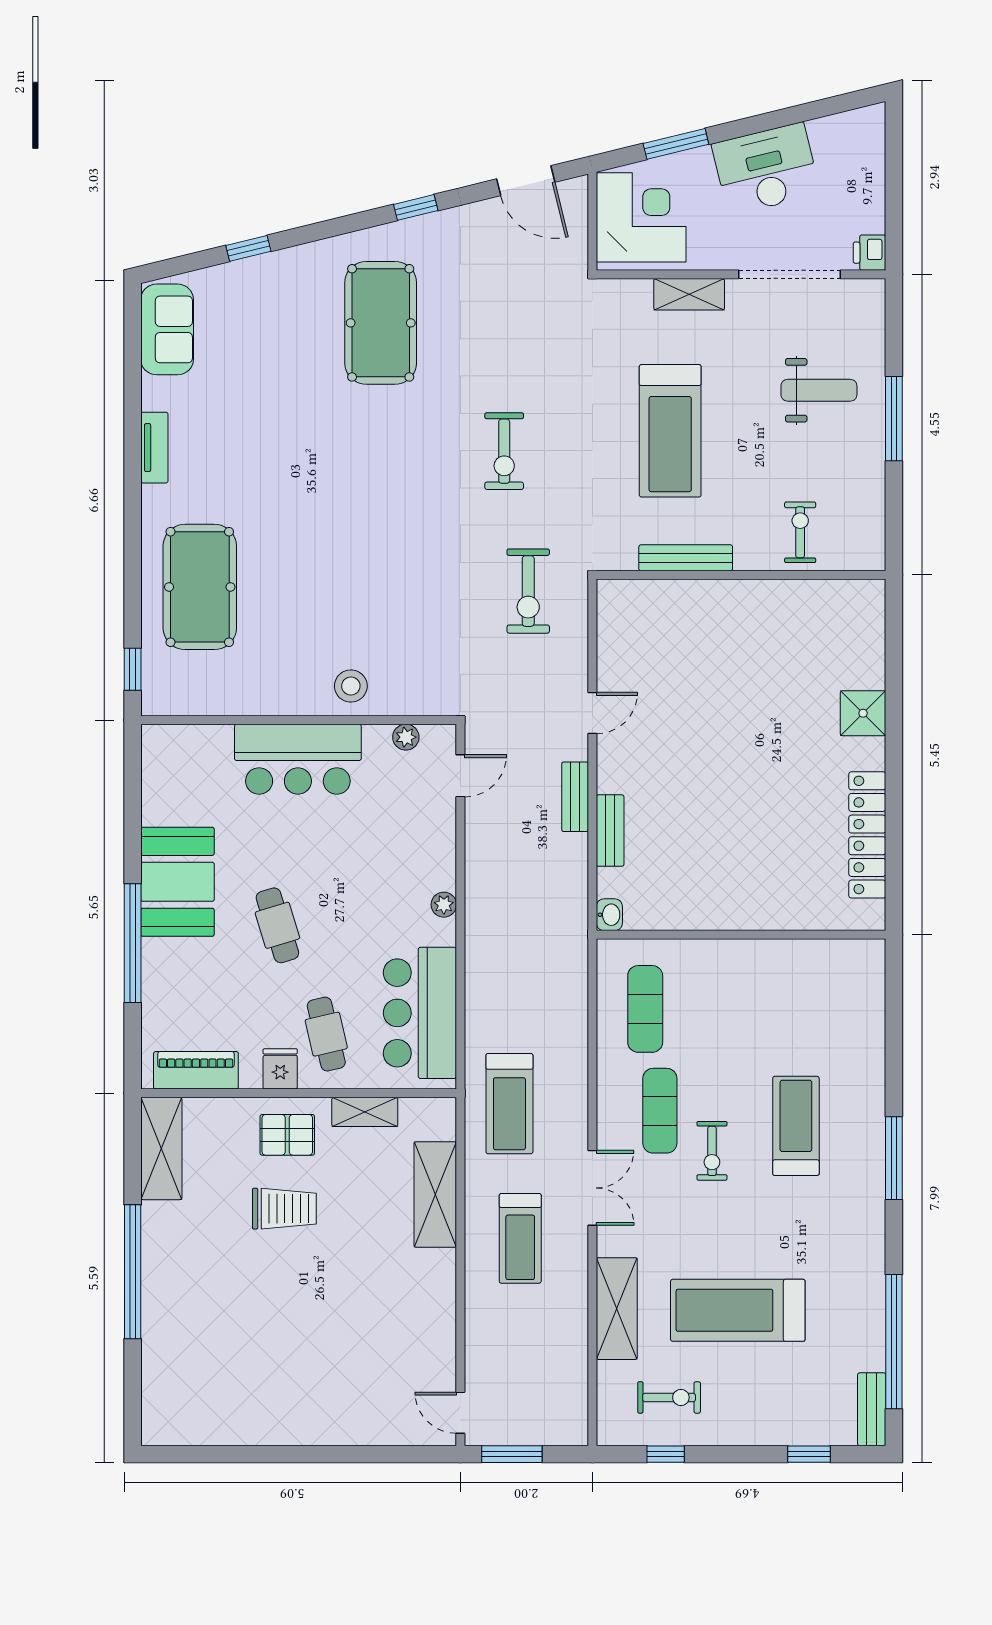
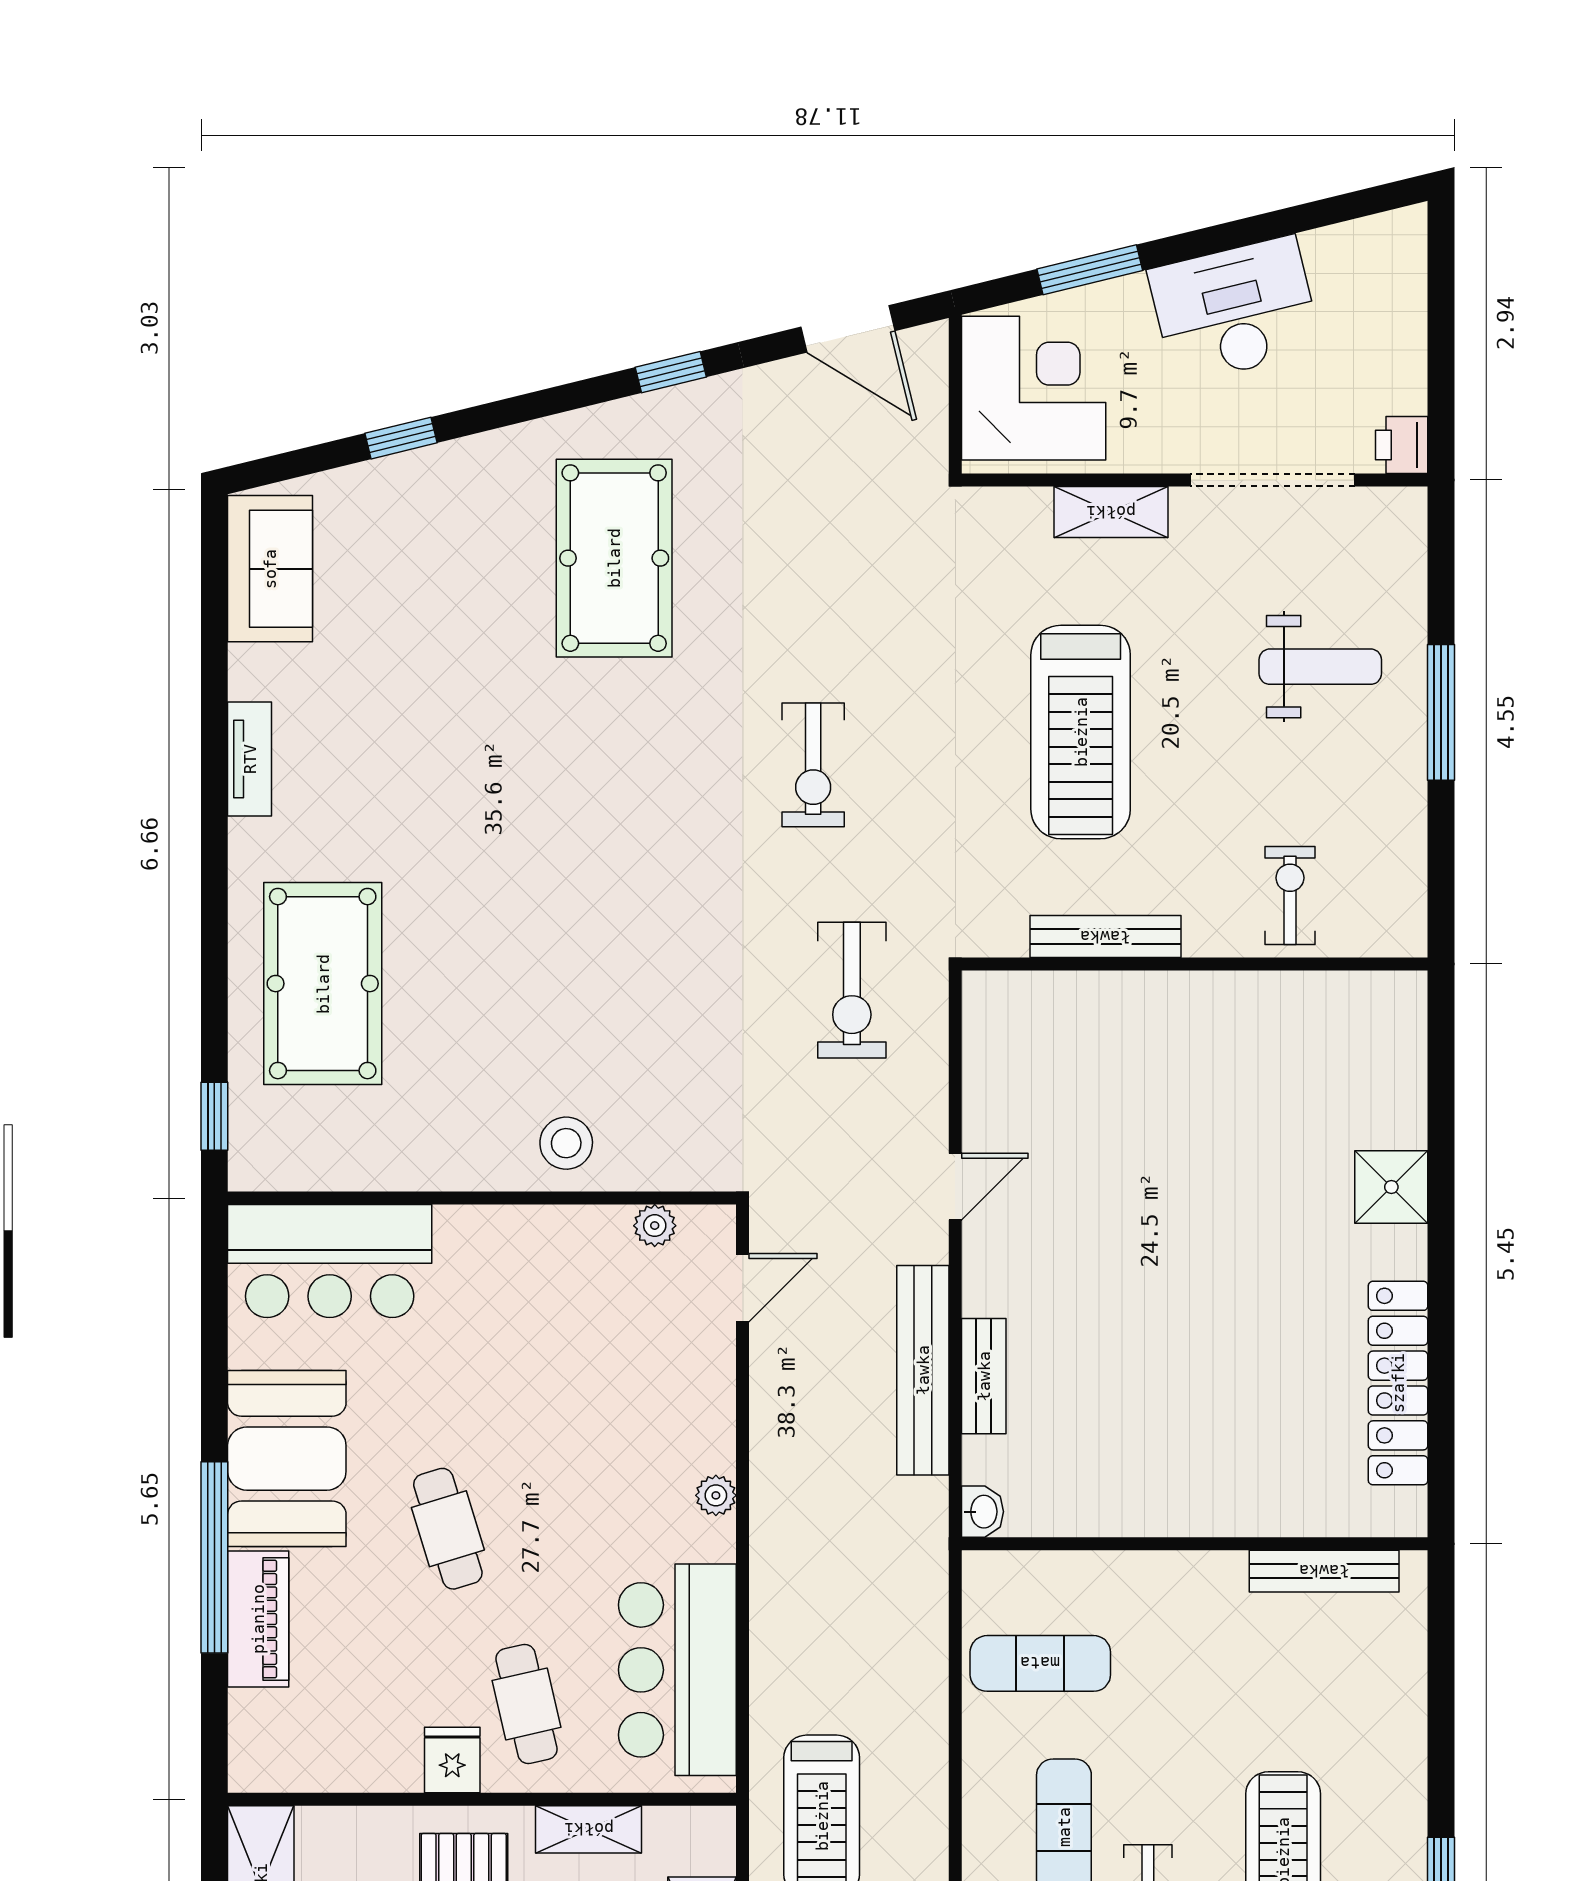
bar counter: (298, 759) -> (330, 1261), moved
bench: (575, 797) -> (923, 1370), width x1.86, depth x1.21
bench: (821, 952) -> (1324, 1571), added
exercise mat: (645, 1009) -> (1040, 1663), turned 90
piano: (196, 1070) -> (258, 1619), moved, turned 90

